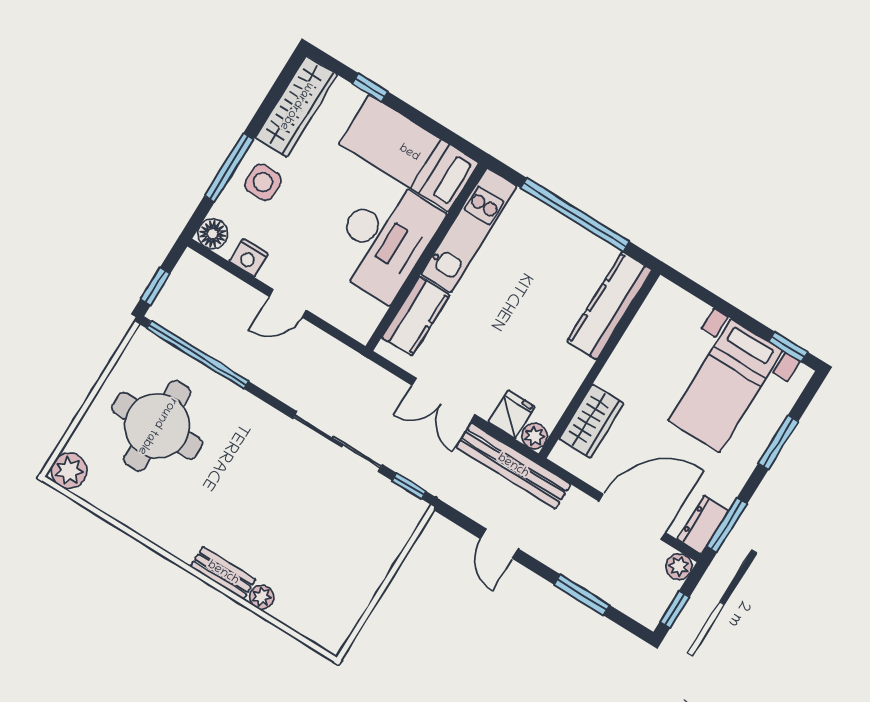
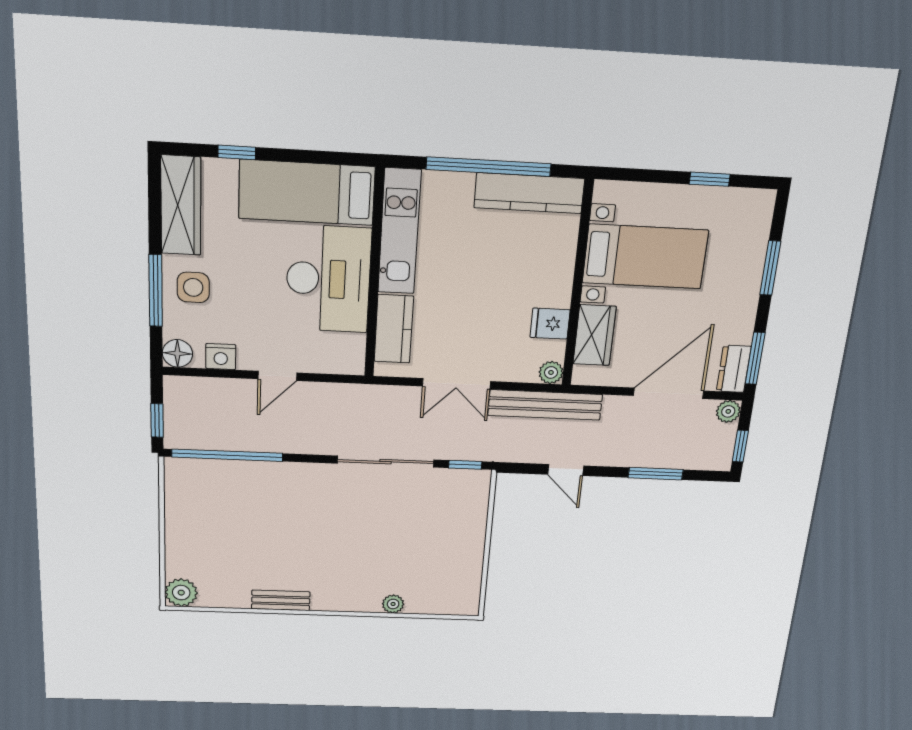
kitchen counter: (610, 306) -> (529, 193), moved, turned -90
window: (788, 347) -> (710, 179), moved
bed with nightstands: (725, 386) -> (645, 257), moved, turned -90
fridge: (512, 414) -> (550, 324), moved, turned -90
round table: (157, 426) -> (230, 525), removed
bench: (223, 573) -> (281, 600), moved

